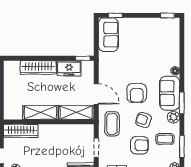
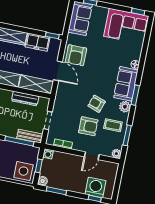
corner sofa: (158, 33) -> (126, 26), added
armchair: (137, 93) -> (76, 55), moved
coffee table: (112, 124) -> (67, 101), removed
dresser: (68, 130) -> (25, 99), added

